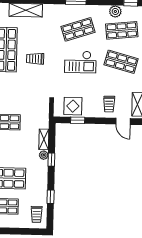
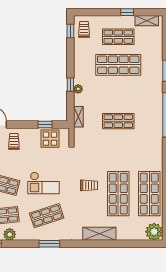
checkout: (80, 62) -> (44, 183), turned 180
shelving: (44, 139) -> (78, 117), moved
window: (51, 197) -> (70, 31), moved

